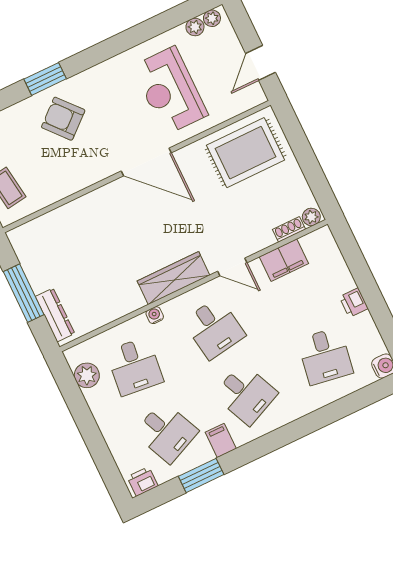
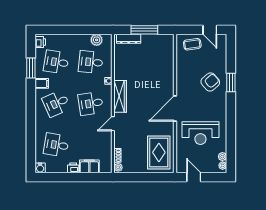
reception desk: (170, 91) -> (200, 133), turned 180
filing cabinet: (284, 260) -> (89, 166), moved, turned 90
desk: (166, 432) -> (56, 62), turned 33

